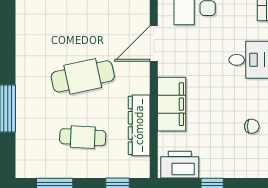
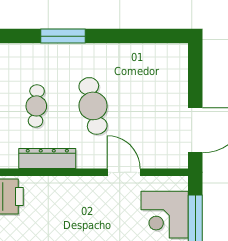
filing cabinet: (172, 104) -> (67, 189), removed

